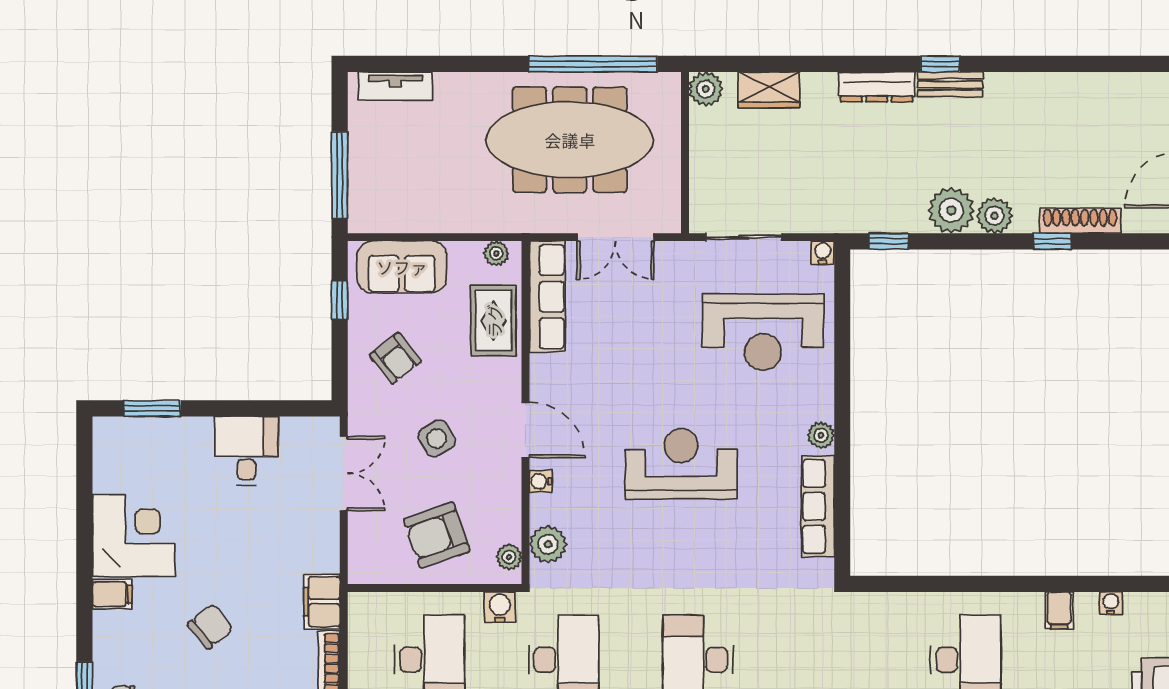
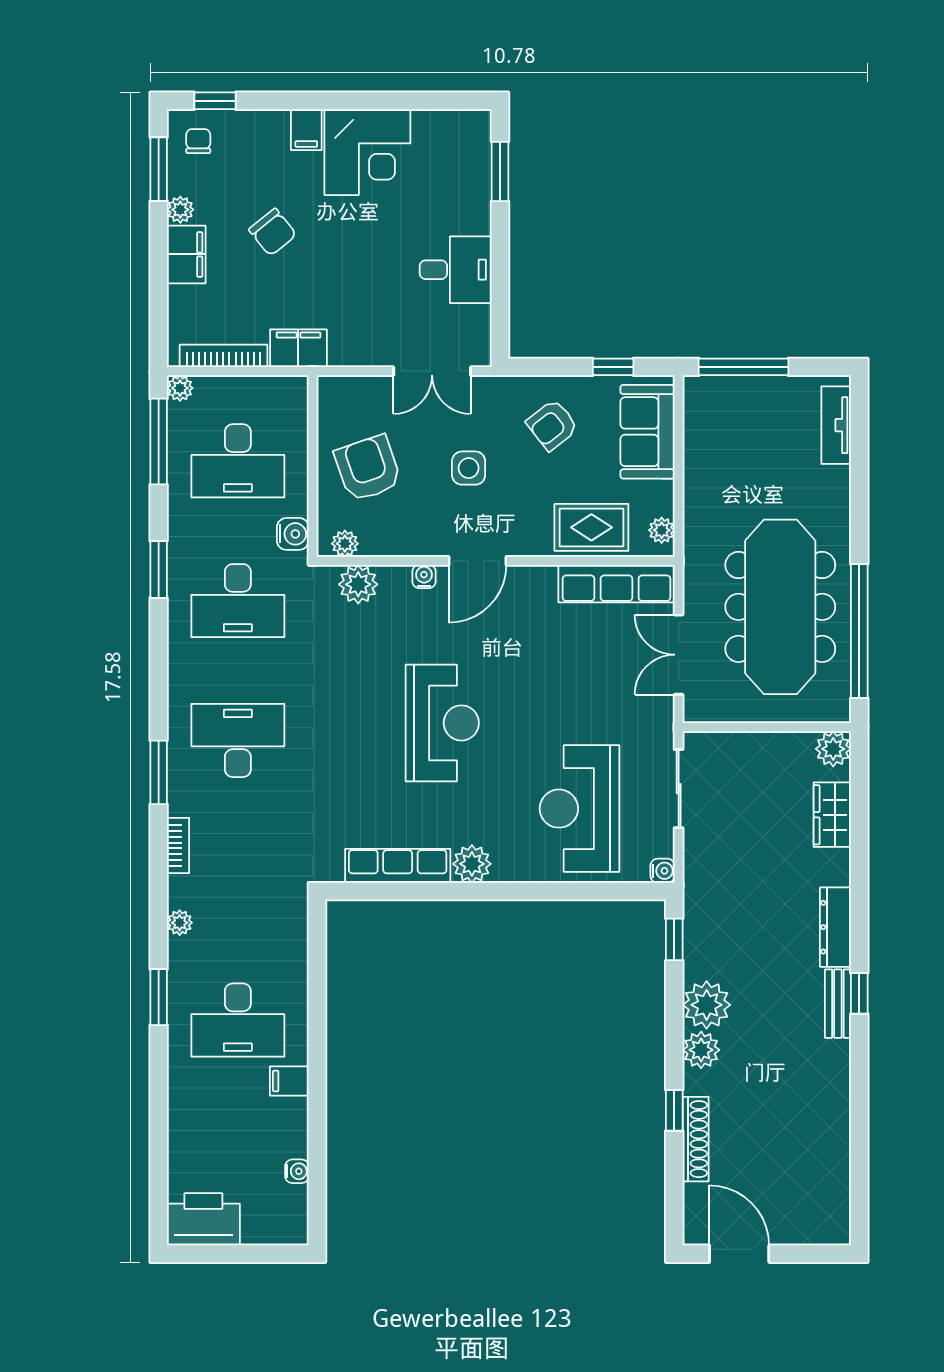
plant: (821, 435) -> (472, 864), width x1.38, depth x1.38
side table: (437, 439) -> (469, 468), turned 30
filing cabinet: (1059, 610) -> (289, 1081), moved

